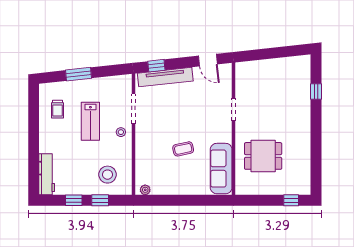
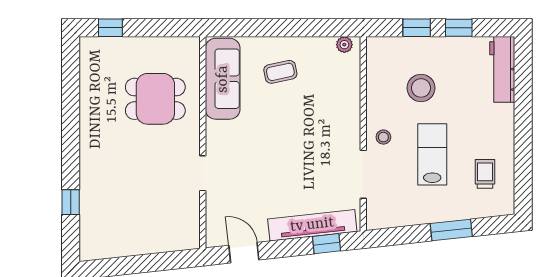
coffee table: (183, 149) -> (280, 72), moved
stool: (107, 175) -> (421, 88), moved

